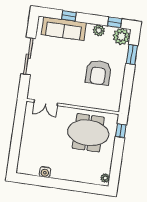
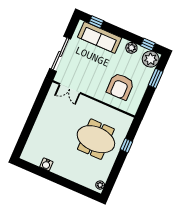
window: (69, 16) -> (96, 22), moved
double door: (46, 103) -> (70, 89), moved
wall: (73, 107) -> (94, 99), moved

